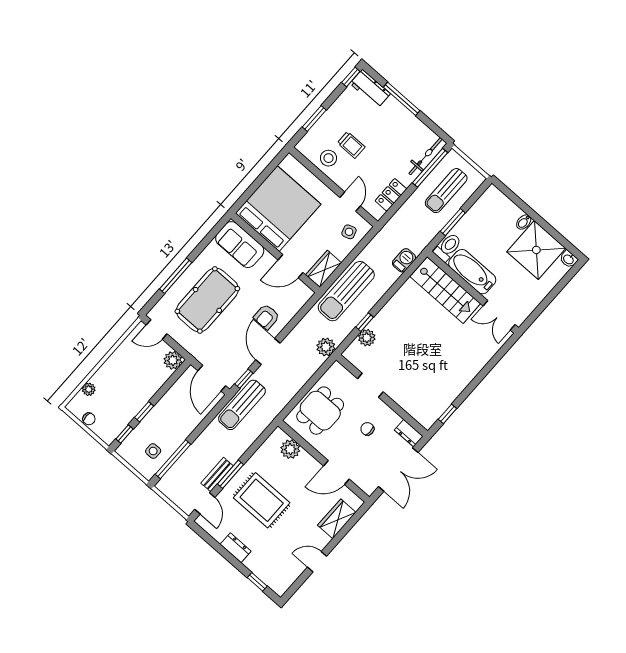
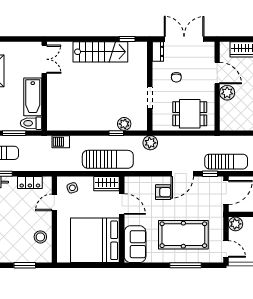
trolley: (351, 145) -> (21, 231), removed
stairs: (445, 290) -> (100, 52), moved, turned 90
plant: (290, 449) -> (227, 93), moved

